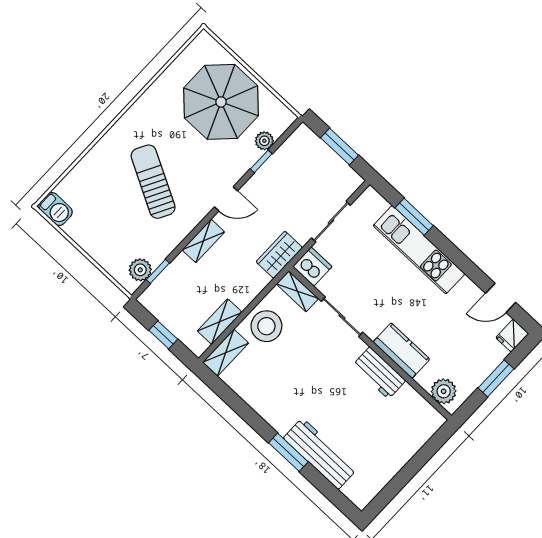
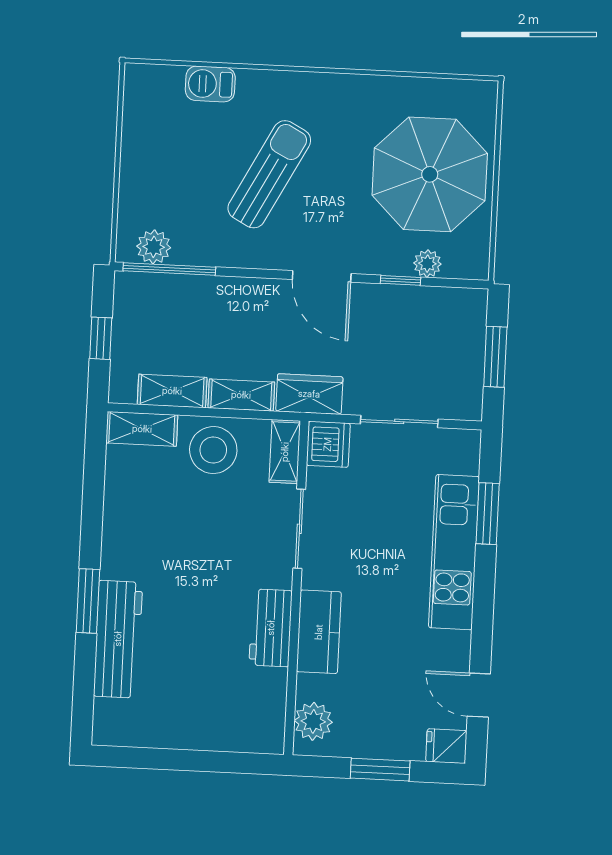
door: (226, 199) -> (322, 276), width x1.38
barbecue: (56, 209) -> (210, 84), moved, turned 90
shelving: (203, 241) -> (241, 395), moved
window: (158, 271) -> (169, 269), width x2.17

